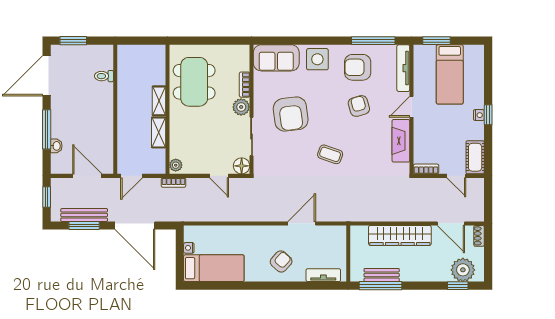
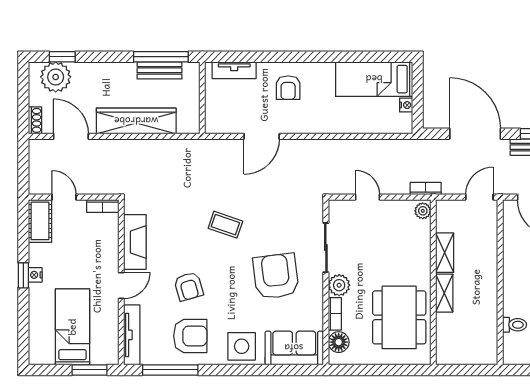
floor lamp: (242, 166) -> (339, 342), moved
armchair: (281, 261) -> (288, 88), turned -42

